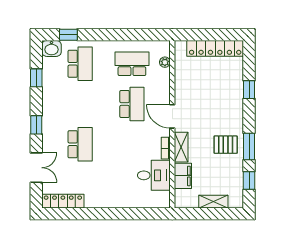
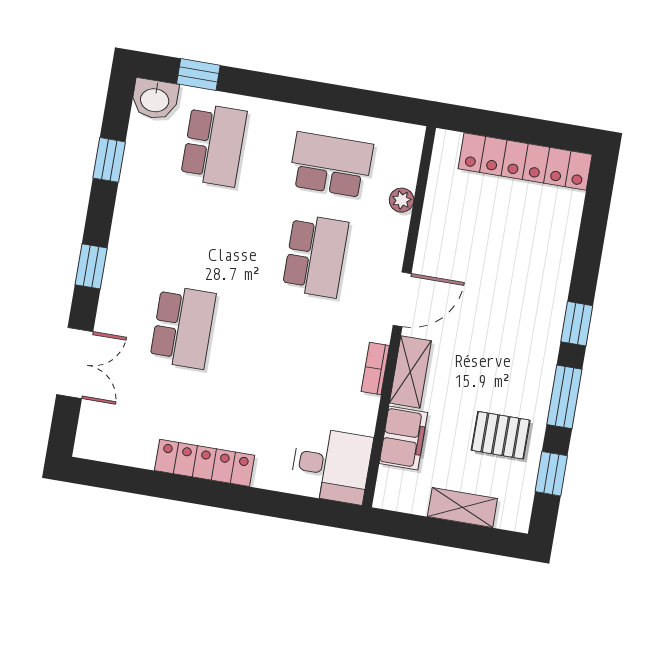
plant: (165, 62) -> (402, 200), moved
window: (249, 90) -> (577, 324), moved
door: (172, 116) -> (402, 299), swing flipped
pallet: (226, 145) -> (501, 435), moved
desk: (154, 175) -> (331, 465), moved
locker: (63, 201) -> (205, 463), moved

